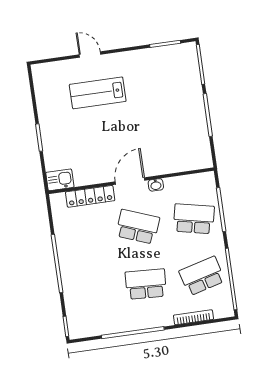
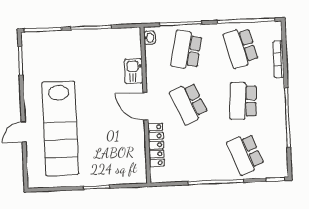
lab bench: (98, 93) -> (60, 128), width x1.86, depth x1.39
kitchen sink: (60, 180) -> (134, 71), moved
washbasin: (156, 185) -> (149, 38), moved
school desk: (138, 227) -> (189, 103), turned -45
school desk: (90, 292) -> (245, 154), added

